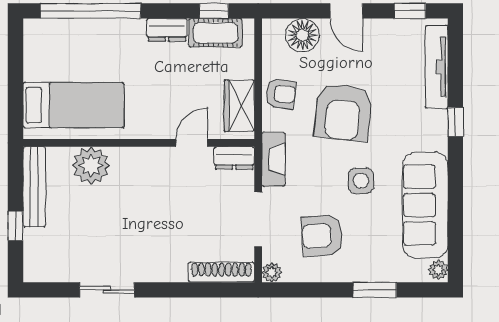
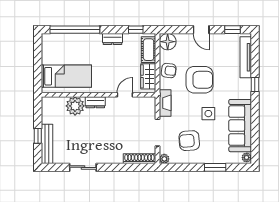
cot: (216, 33) -> (149, 50), moved, turned 90
floor lamp: (302, 35) -> (168, 42), moved
armchair: (343, 112) -> (200, 80), turned -96
dresser: (234, 158) -> (95, 102), moved
bench: (34, 187) -> (47, 144), moved

